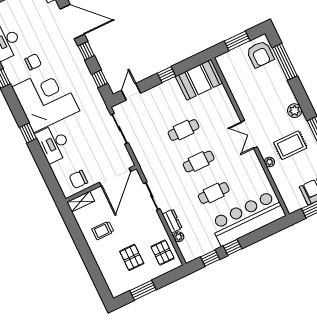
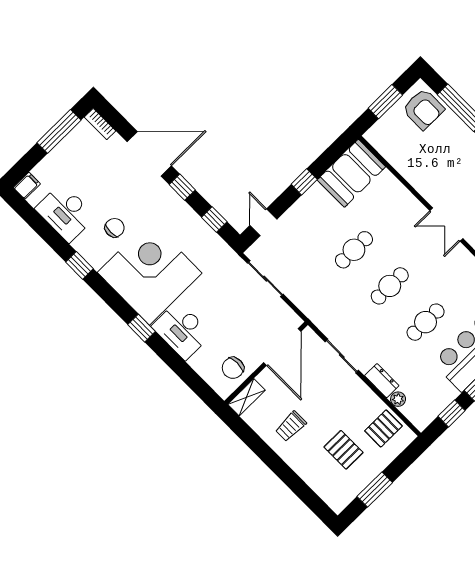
pallet: (163, 253) -> (383, 428), turned 90

